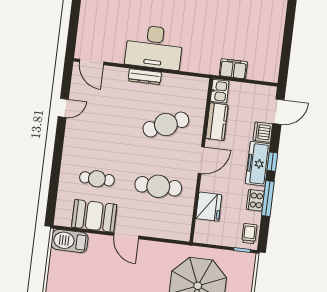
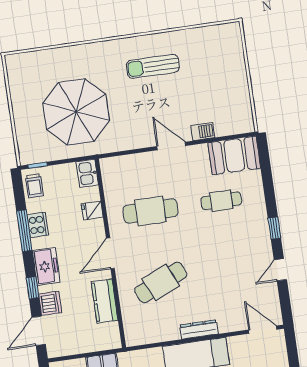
kitchen sink: (220, 91) -> (87, 173), moved
window: (59, 144) -> (274, 228), added
window: (272, 162) -> (33, 288), moved
freezer: (258, 164) -> (46, 266), width x0.71
fridge: (209, 207) -> (92, 210), width x0.53, depth x0.75
booth: (94, 216) -> (234, 155), moved
barbecue: (70, 241) -> (203, 132), moved, width x0.53, depth x0.65

